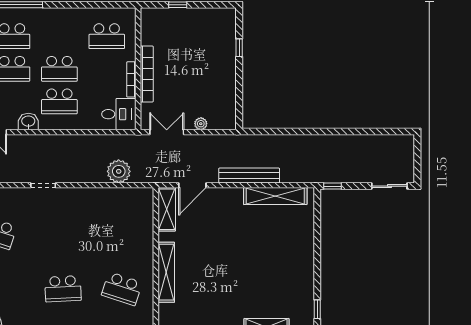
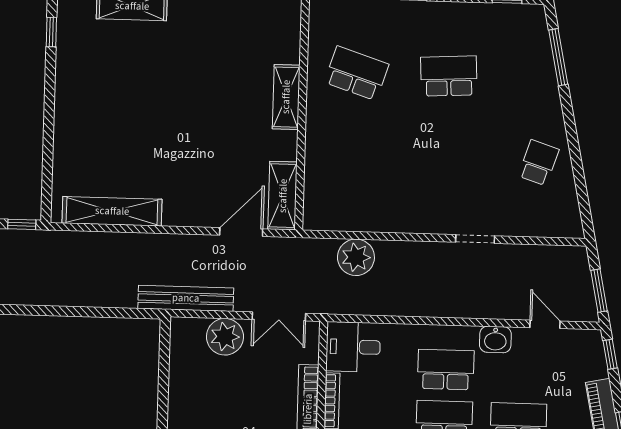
plant: (201, 124) -> (225, 337), width x1.87, depth x1.87
bench: (249, 176) -> (186, 298), moved
shelving: (166, 272) -> (286, 97), width x0.68

